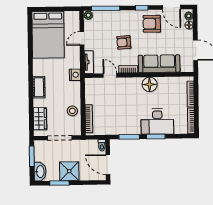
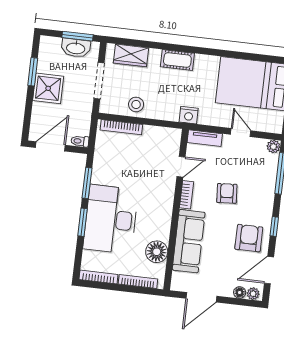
floor lamp: (150, 84) -> (157, 252), moved
desk: (157, 122) -> (111, 219), width x1.36, depth x1.30
washbasin: (40, 172) -> (76, 48), moved

